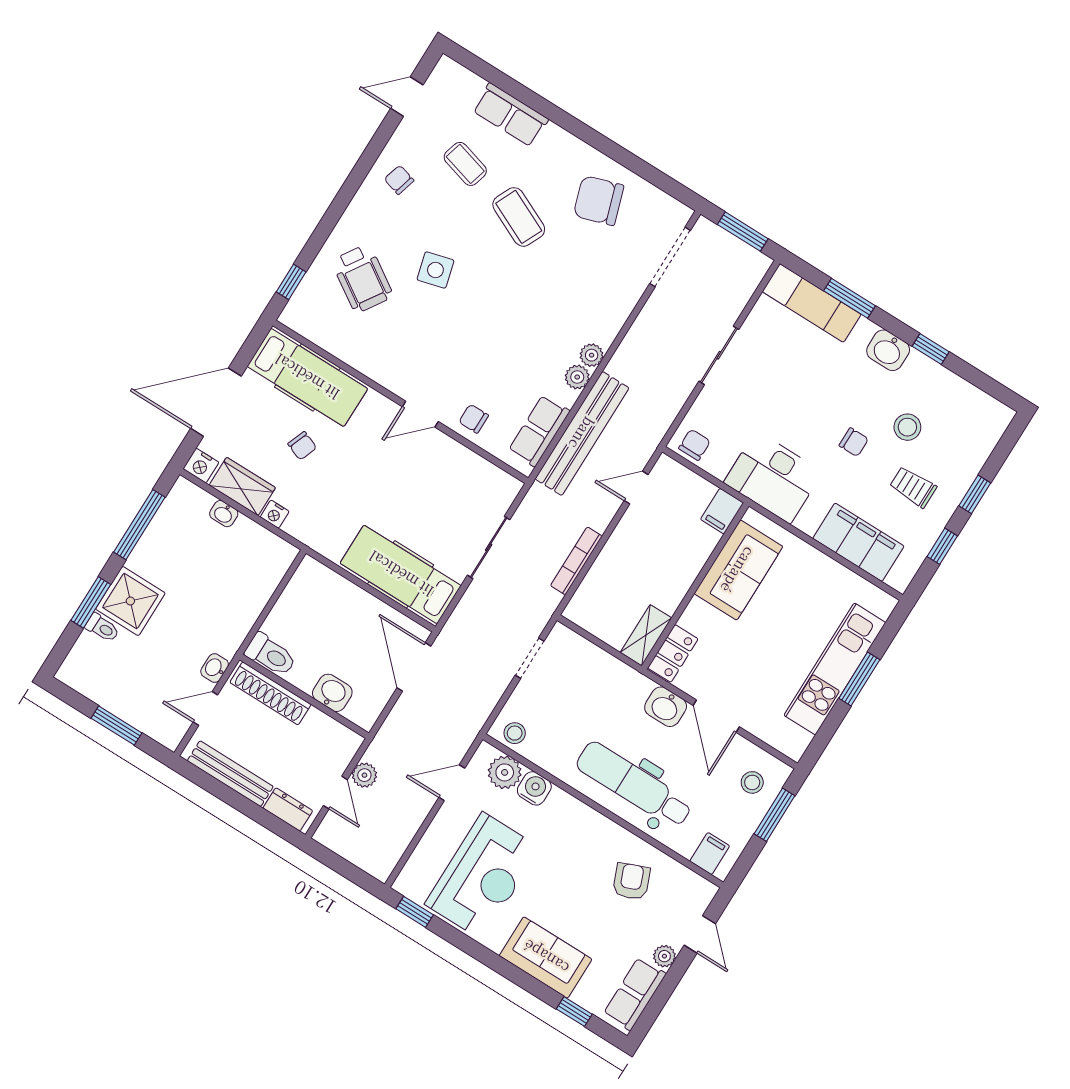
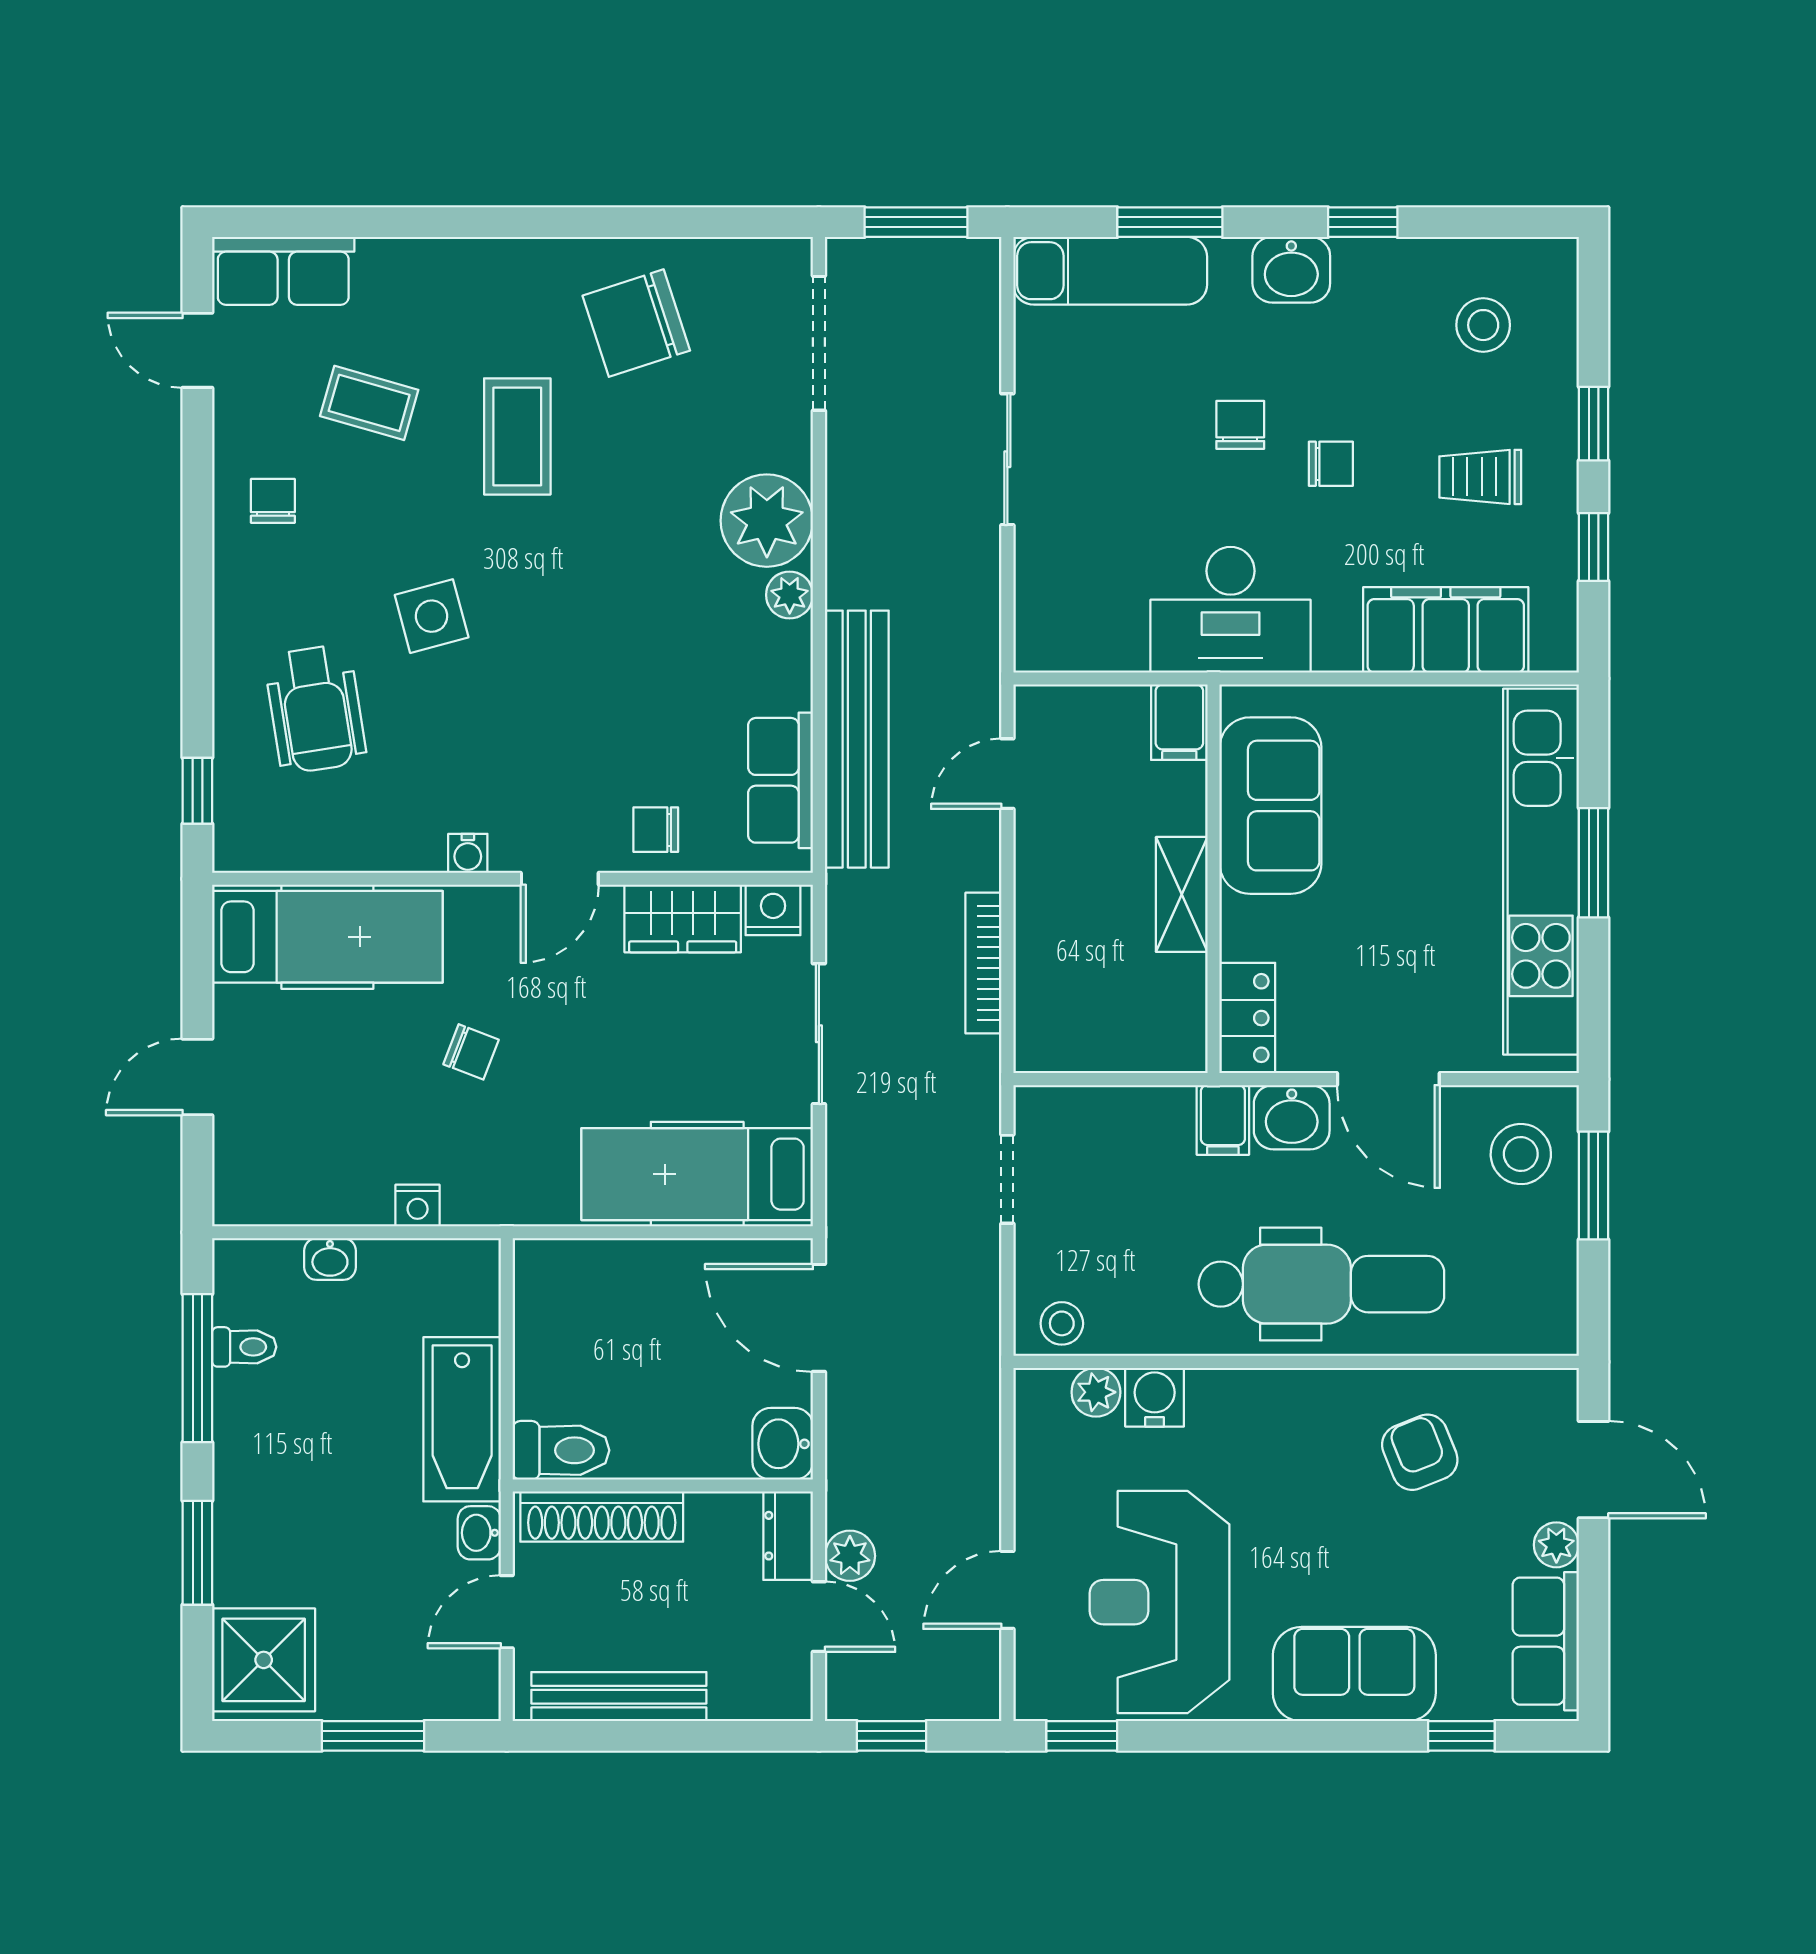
door: (407, 97) -> (197, 350), hinge flipped
row of seats: (510, 115) -> (283, 271), moved
chair: (399, 180) -> (273, 501), turned 74
coffee table: (519, 217) -> (517, 436), turned 65
wheelchair: (362, 278) -> (315, 709), turned 48
plant: (577, 377) -> (767, 521), moved, width x1.87, depth x1.87
water cooler: (388, 379) -> (468, 853), added
door: (216, 402) -> (197, 1077), width x0.53
stool: (907, 427) -> (1483, 325), moved
chair: (695, 445) -> (1240, 425), moved
chair: (302, 446) -> (471, 1052), moved
nightstand: (201, 466) -> (773, 910), moved, turned 180
wardrobe: (242, 486) -> (683, 918), moved, turned 180
shower: (130, 601) -> (264, 1660), moved
bathtub: (237, 616) -> (462, 1419), added
toilet: (102, 628) -> (244, 1347), moved
shelving: (646, 635) -> (1182, 894), moved
kitchen unit: (835, 669) -> (1541, 872), width x1.36
washbasin: (332, 693) -> (783, 1444), moved, turned -90
plant: (505, 772) -> (1096, 1392), width x0.73, depth x0.73
stool: (752, 782) -> (1521, 1154), width x1.37, depth x1.37
door: (452, 783) -> (1007, 1590), moved
dental chair: (634, 785) -> (1321, 1284), turned 180
dresser: (288, 809) -> (788, 1536), moved, turned -90
filing cabinet: (710, 854) -> (1223, 1120), moved, turned 180
window: (335, 862) -> (892, 1736), added
reception desk: (483, 876) -> (1160, 1602), turned 180
door: (700, 934) -> (1593, 1470), width x1.38

